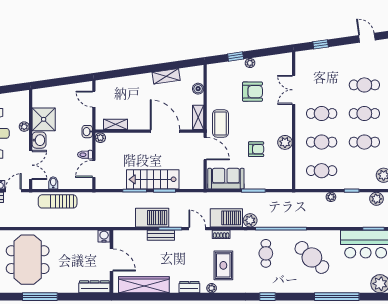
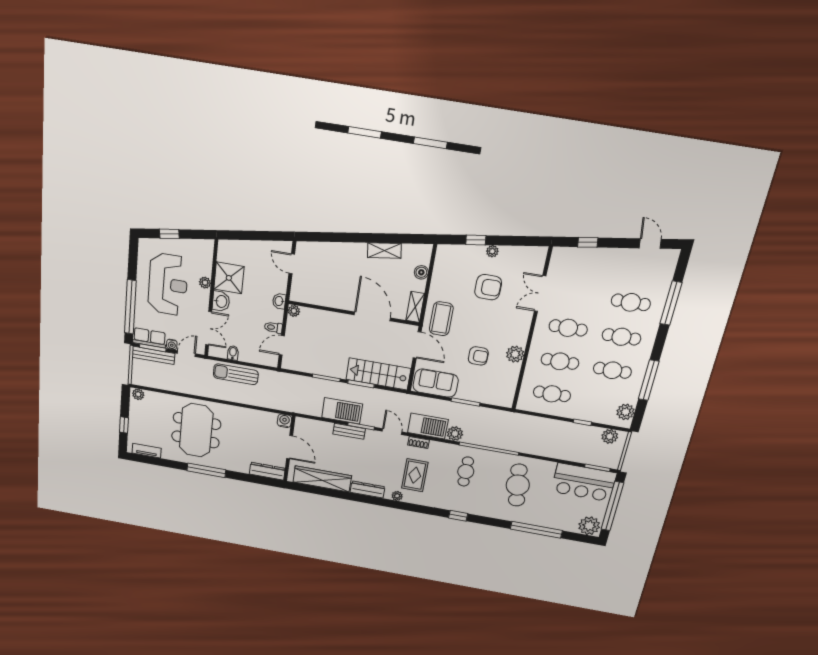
shelving: (115, 124) -> (314, 298), removed
stairs: (153, 179) -> (378, 374), moved
plant: (331, 197) -> (556, 425), removed
cafe table: (312, 257) -> (518, 485), turned 39
dresser: (189, 287) -> (367, 489), width x1.44

